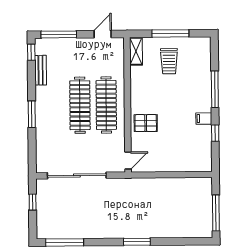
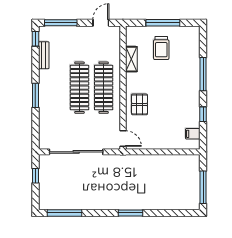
shelving: (136, 51) -> (131, 59), moved
filing cabinet: (204, 119) -> (193, 134), moved
pallet: (146, 123) -> (140, 104), turned 90
door: (128, 161) -> (123, 139), hinge flipped

